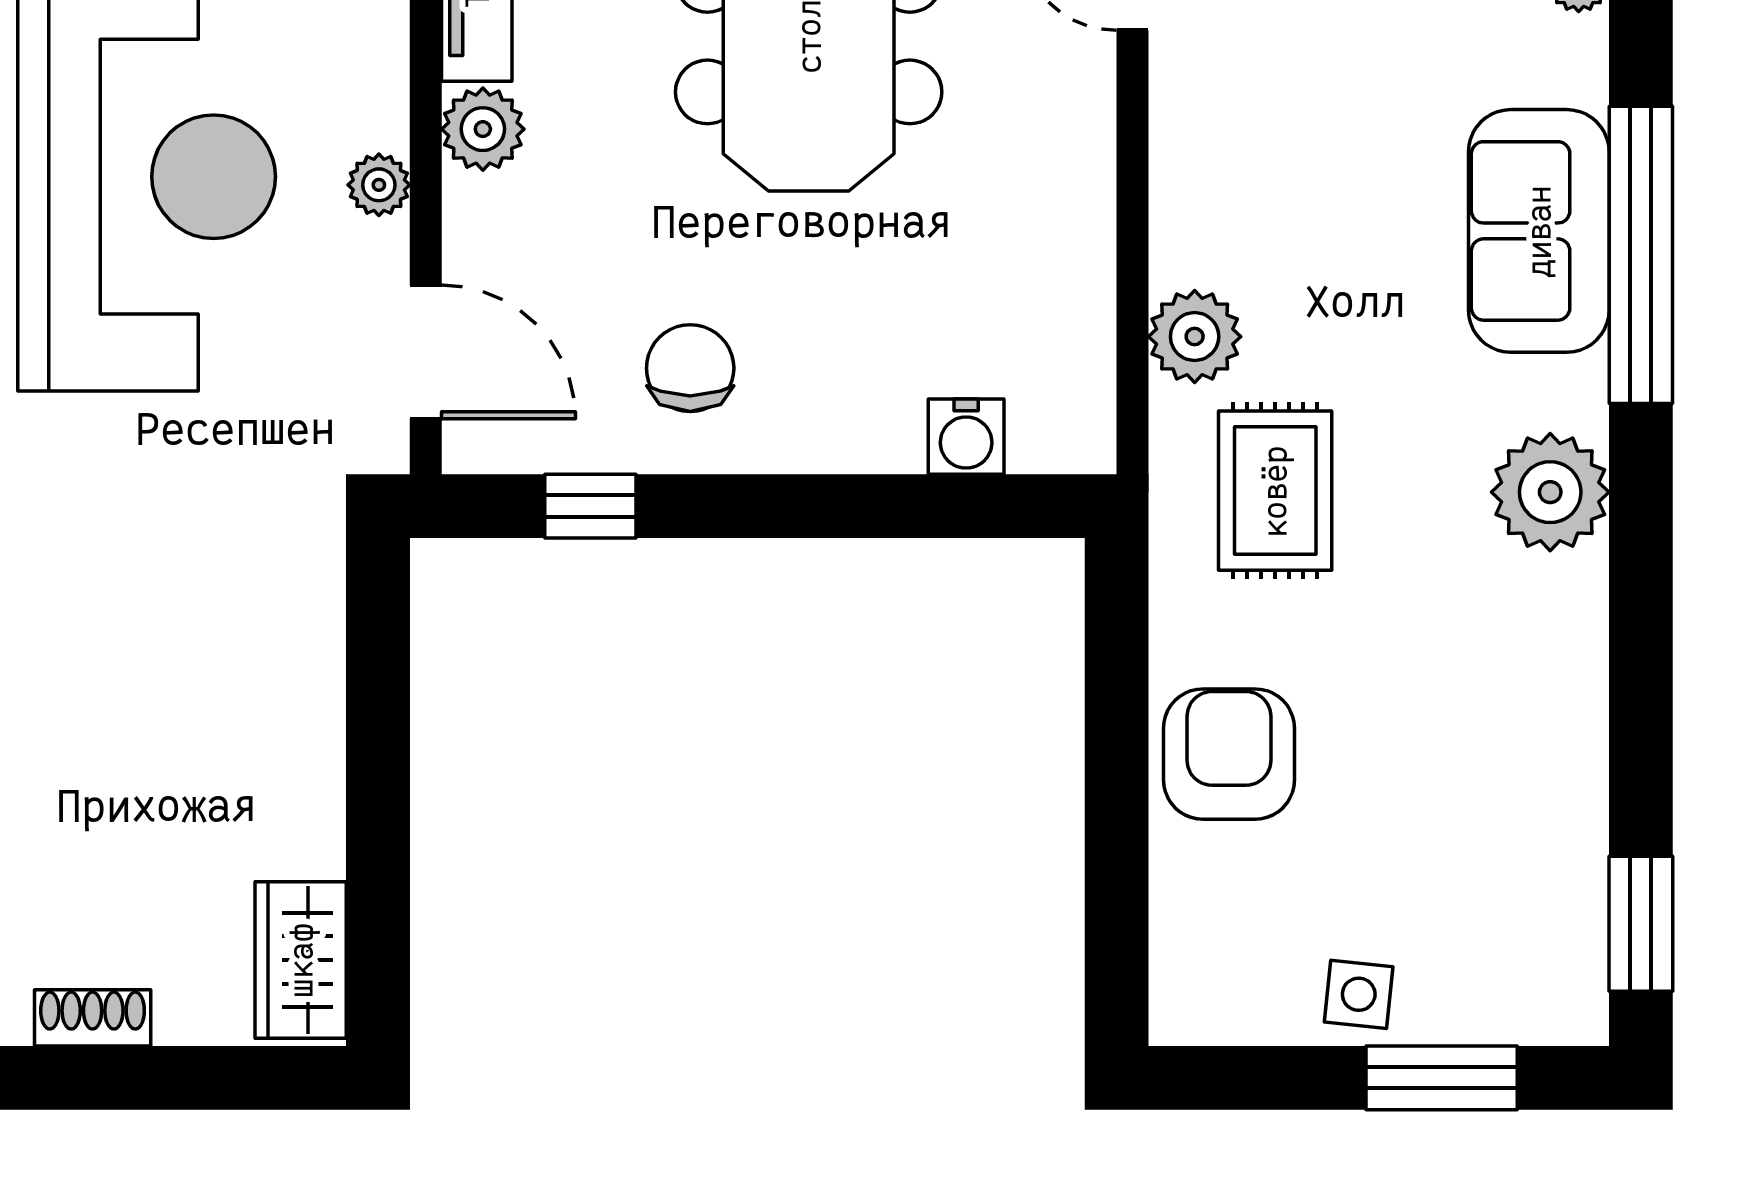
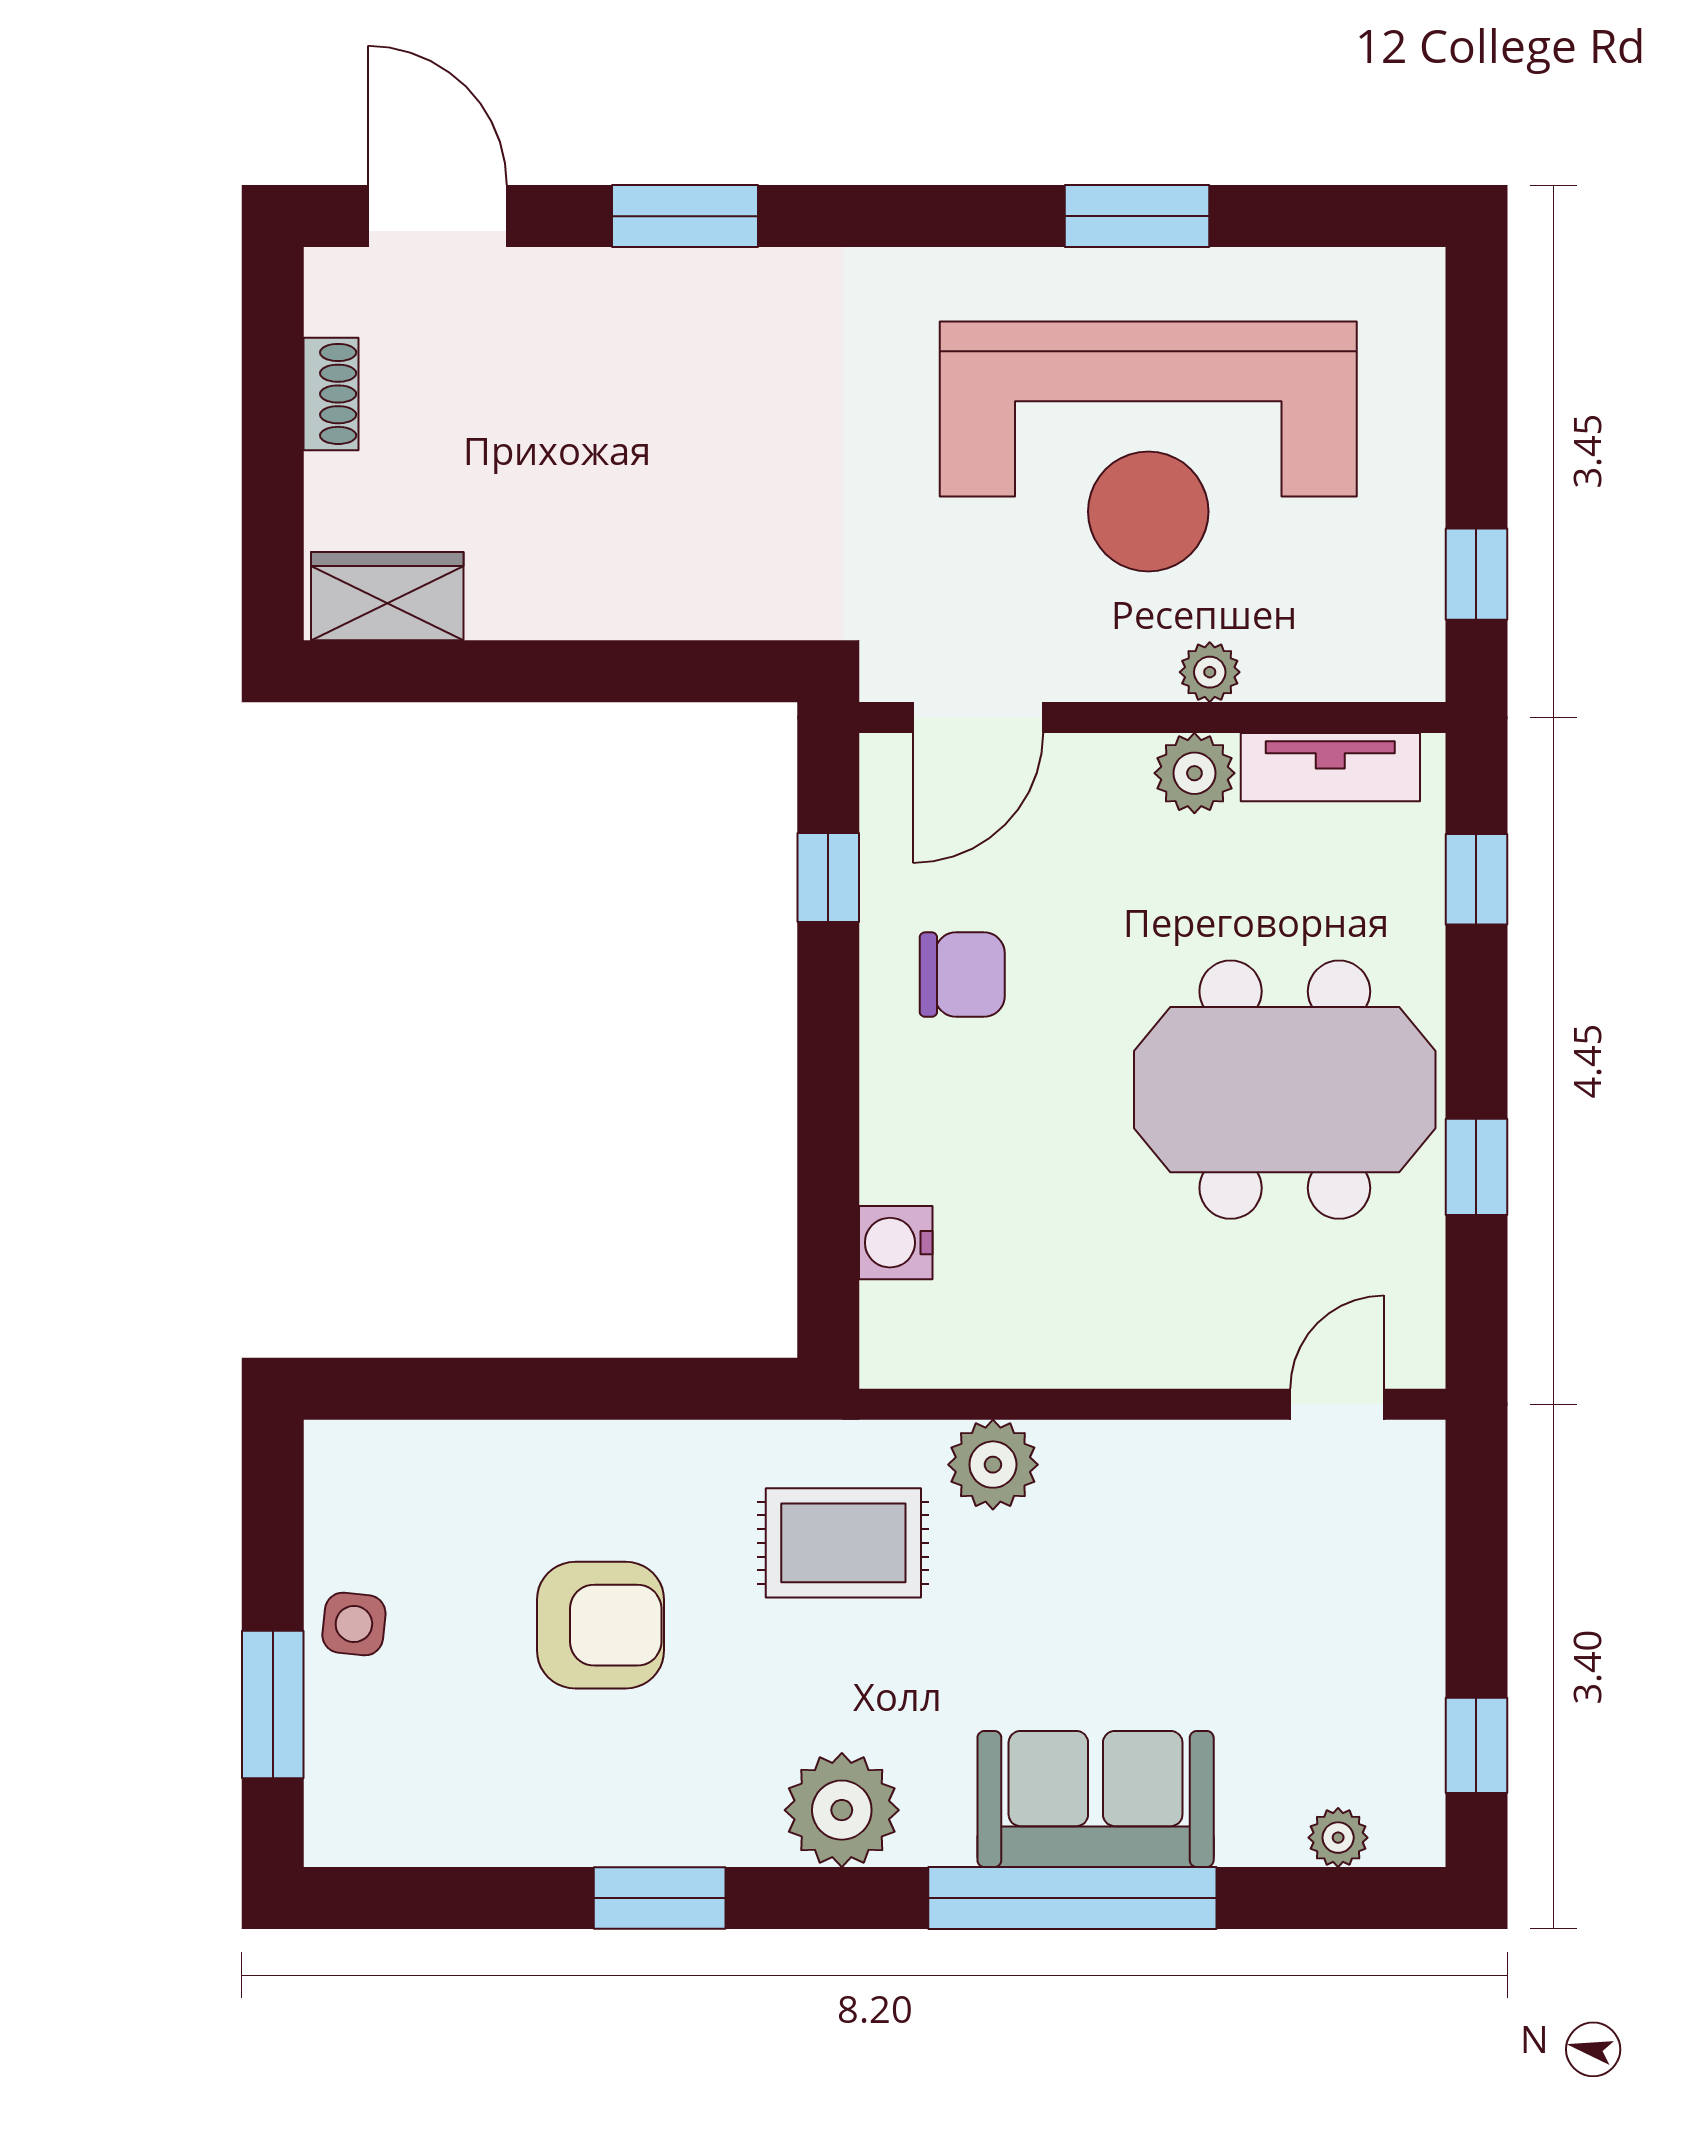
plant: (379, 185) -> (1210, 672), moved
armchair: (1229, 754) -> (601, 1625), moved
window: (1641, 924) -> (660, 1898), moved

